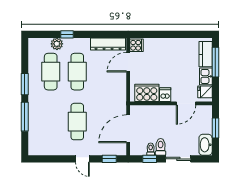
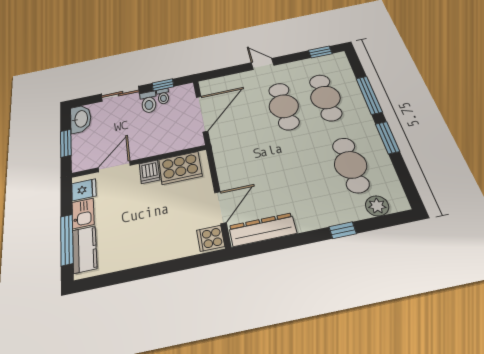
plant: (57, 44) -> (377, 206), moved
cafe table: (77, 72) -> (325, 97), moved
window: (109, 159) -> (320, 52), moved

